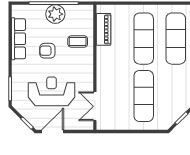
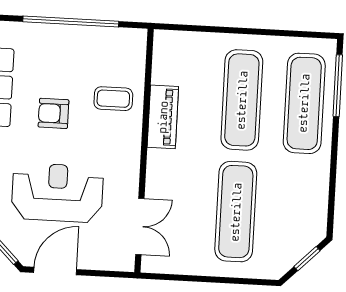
plant: (55, 14) -> (73, 43), removed
piano: (104, 29) -> (163, 117), moved
double door: (95, 106) -> (140, 226), swing flipped

